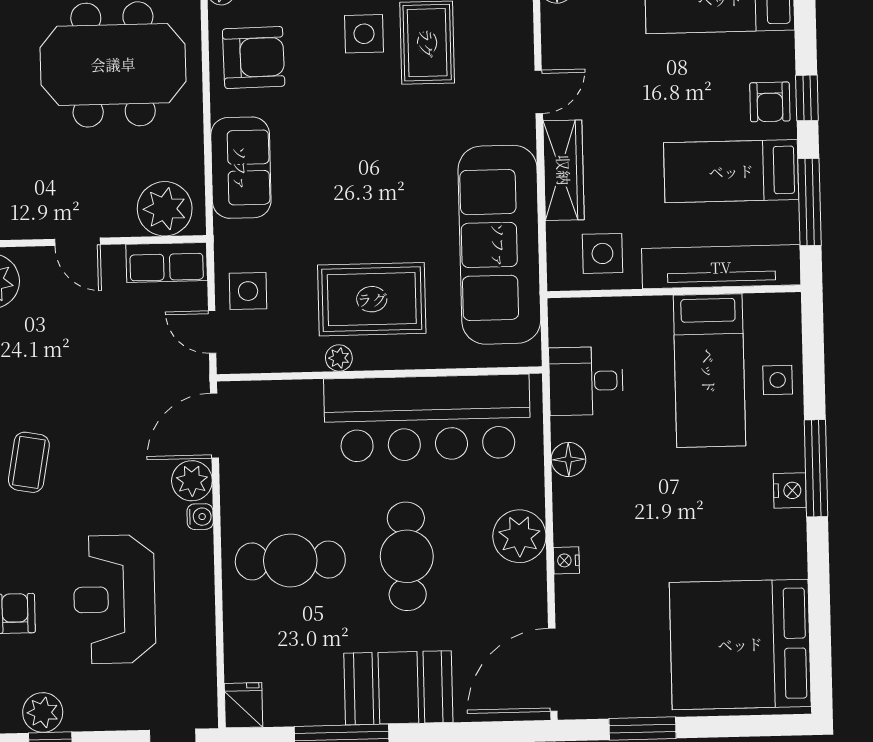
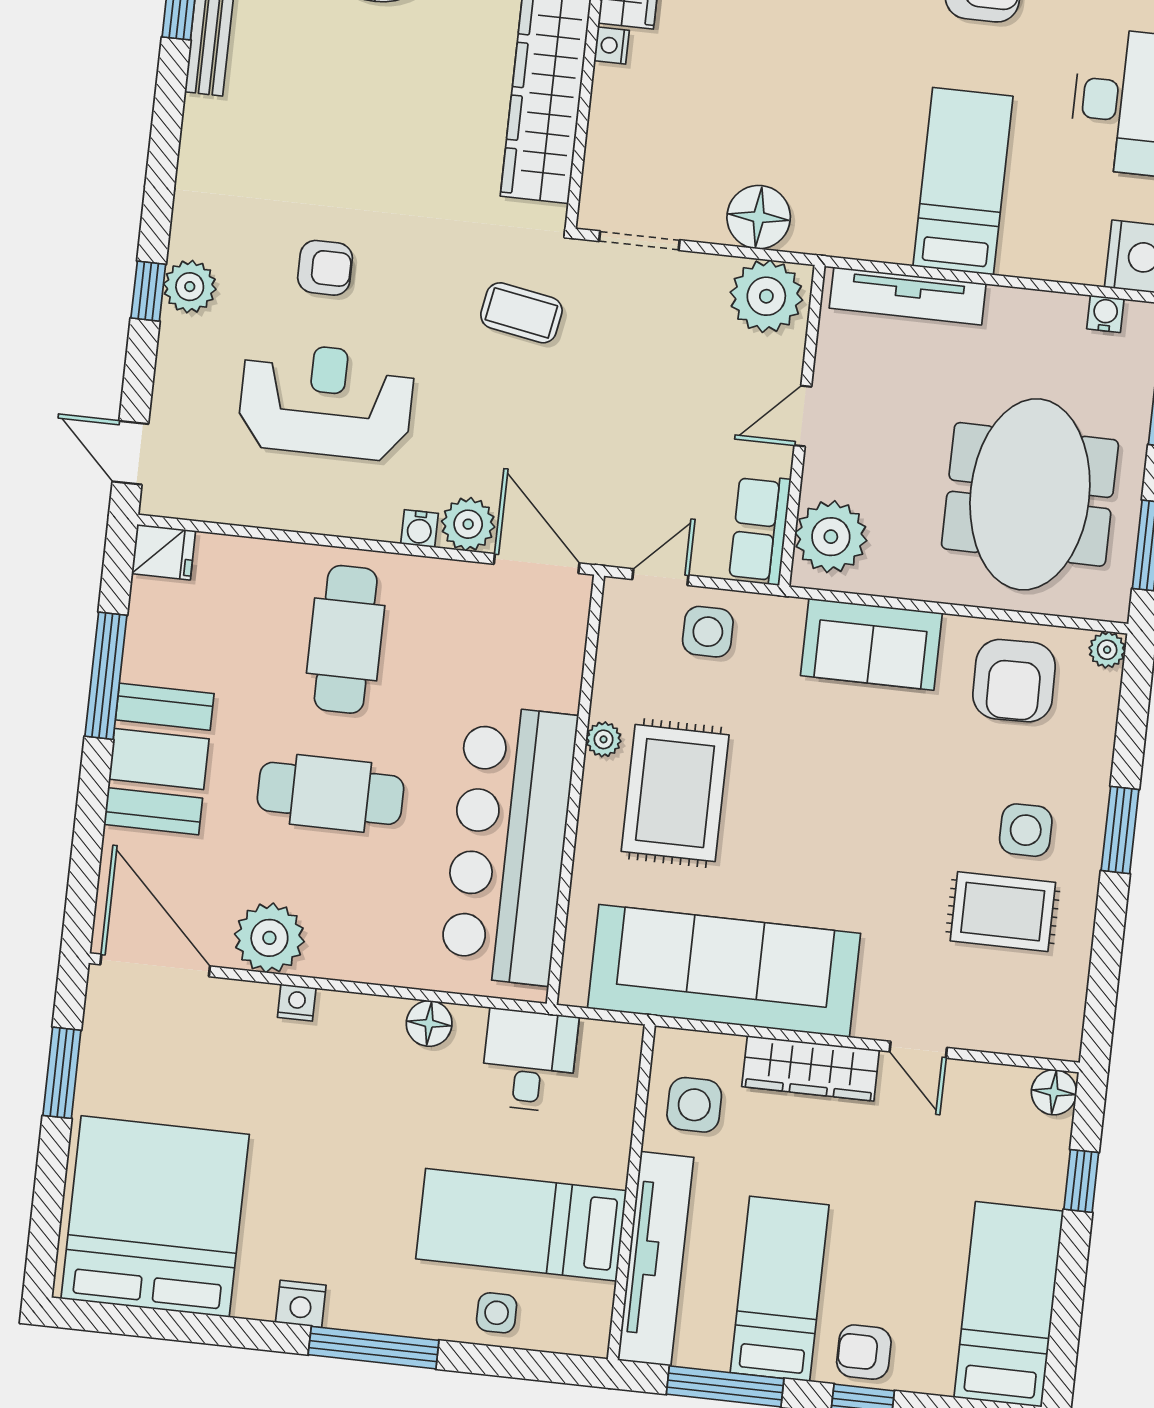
nightstand: (790, 490) -> (301, 1304), moved
plant: (519, 536) -> (269, 938), moved

